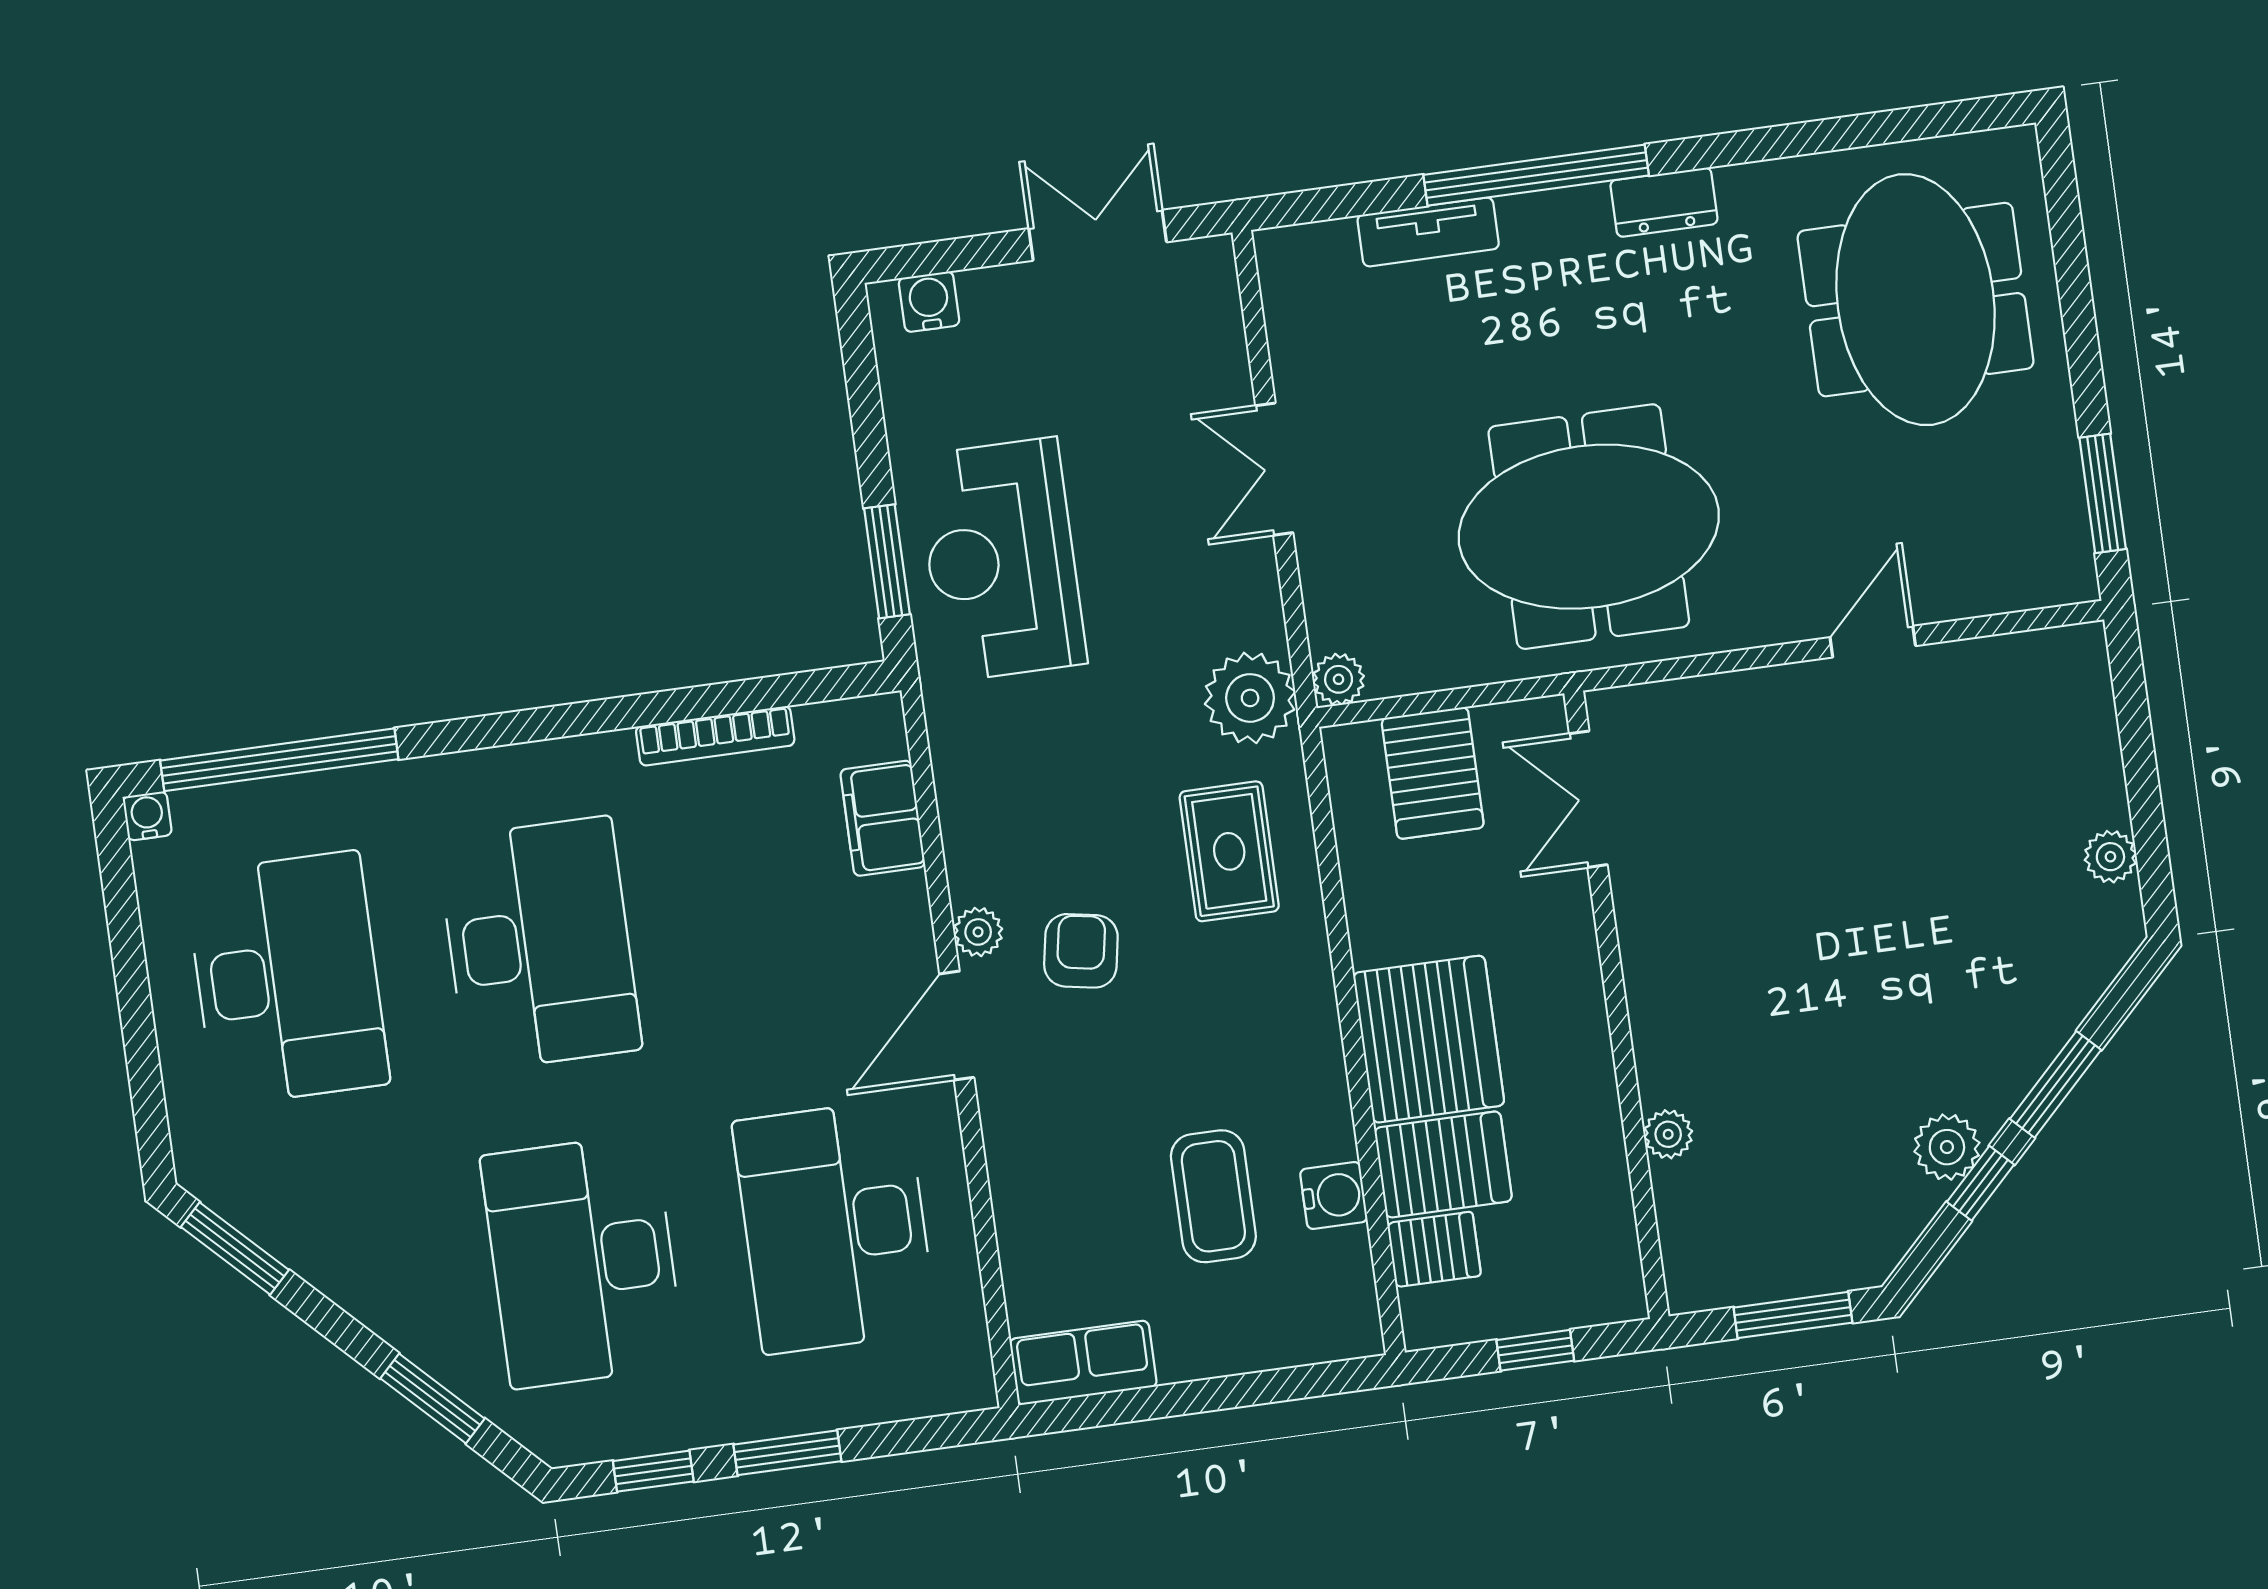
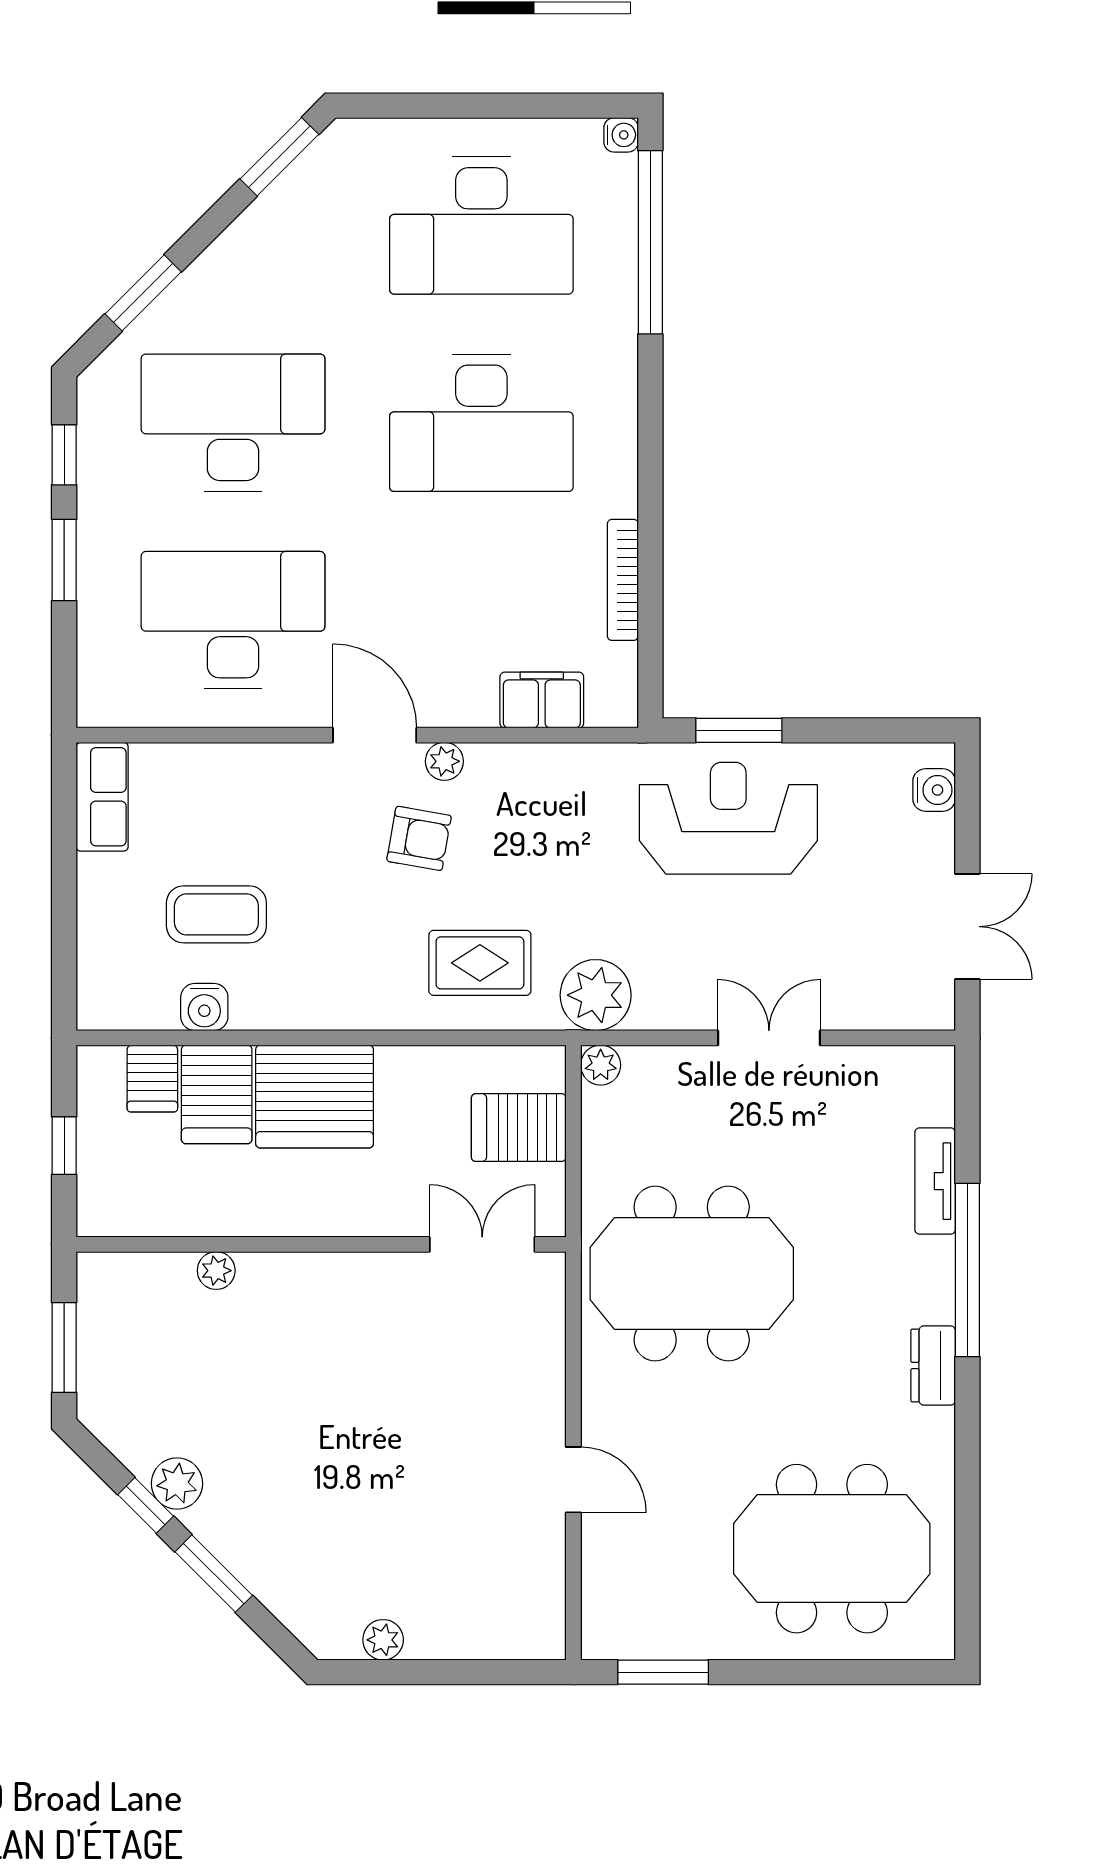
meeting table: (1589, 527) -> (692, 1274), turned 90

